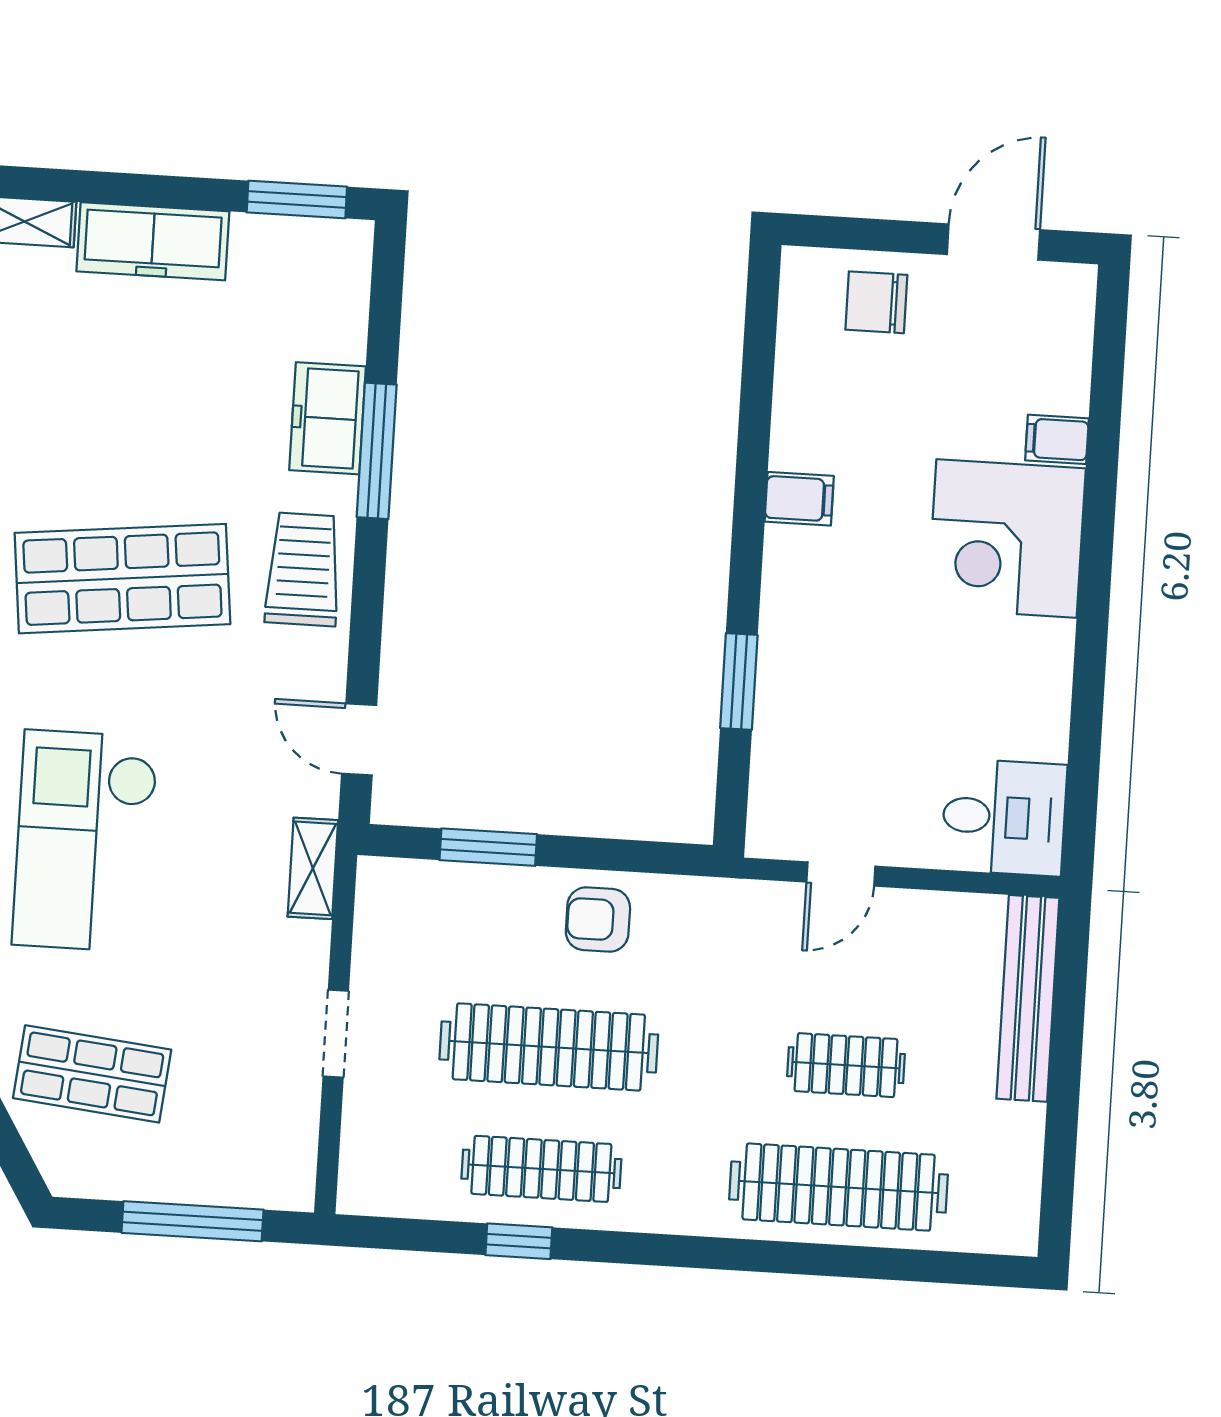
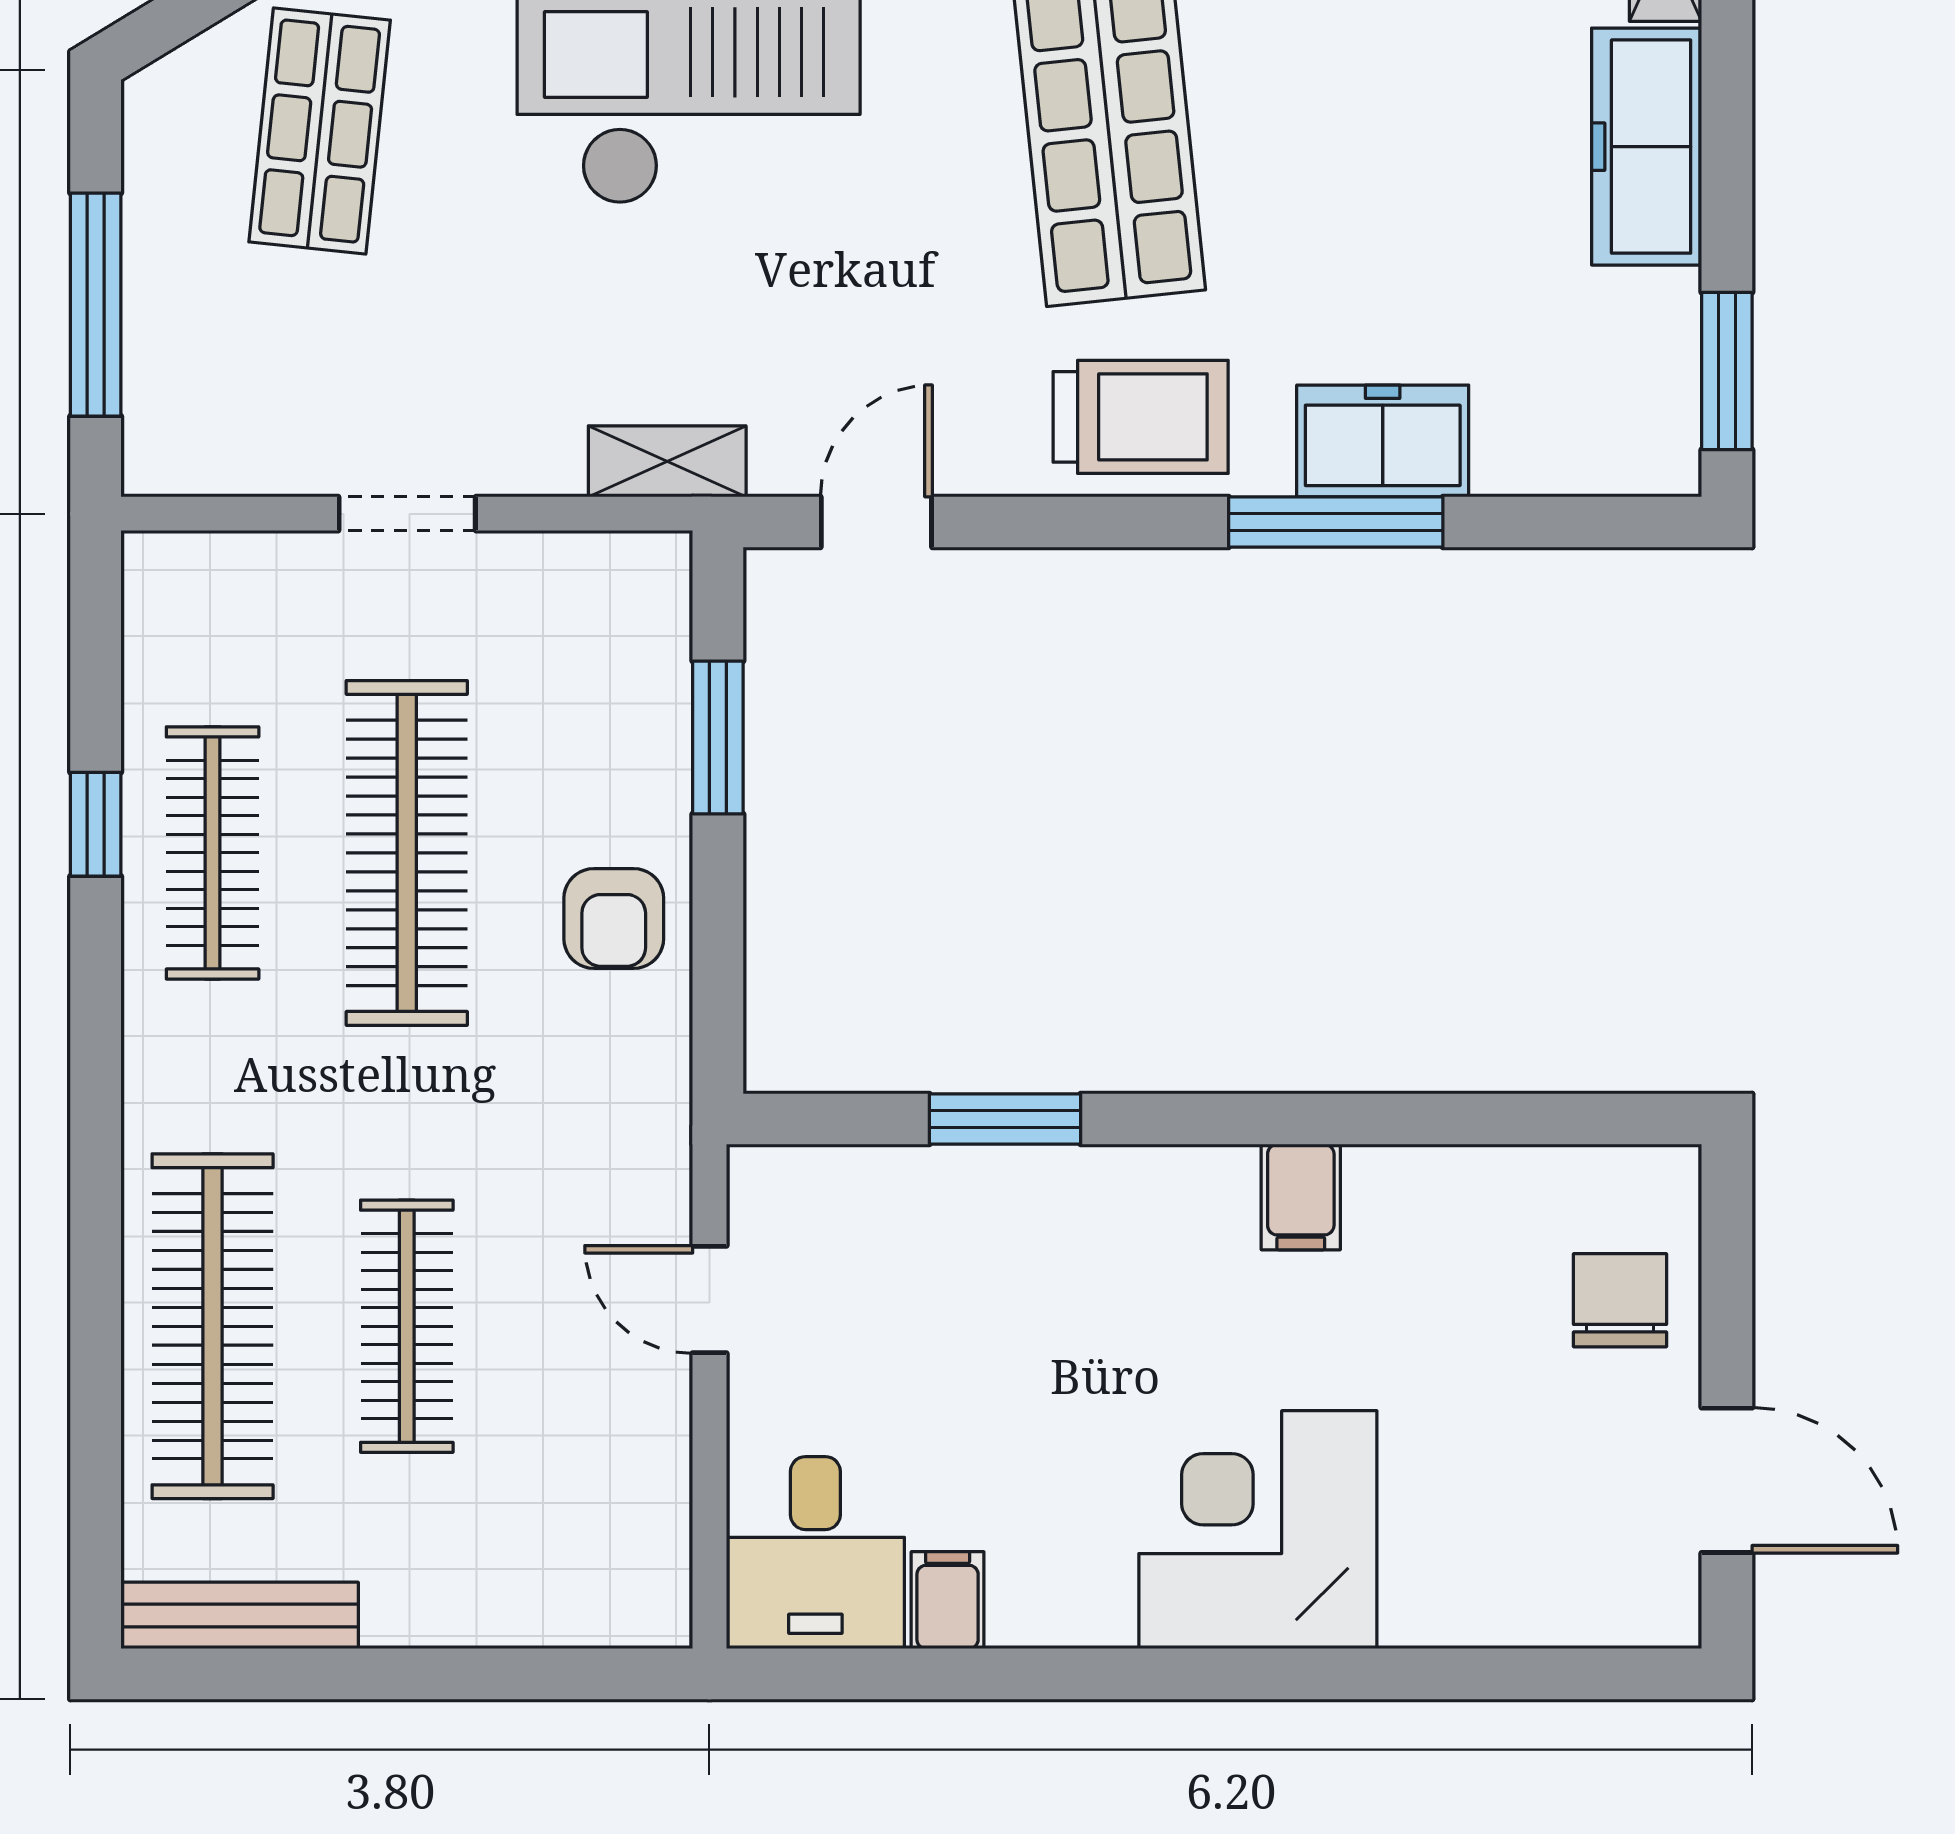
filing cabinet: (1057, 439) -> (948, 1600), moved
armchair: (598, 919) -> (614, 918), turned 180
bench: (1028, 998) -> (240, 1615), moved, width x0.73, depth x0.82
clothes rail: (846, 1065) -> (407, 1326), width x1.36

